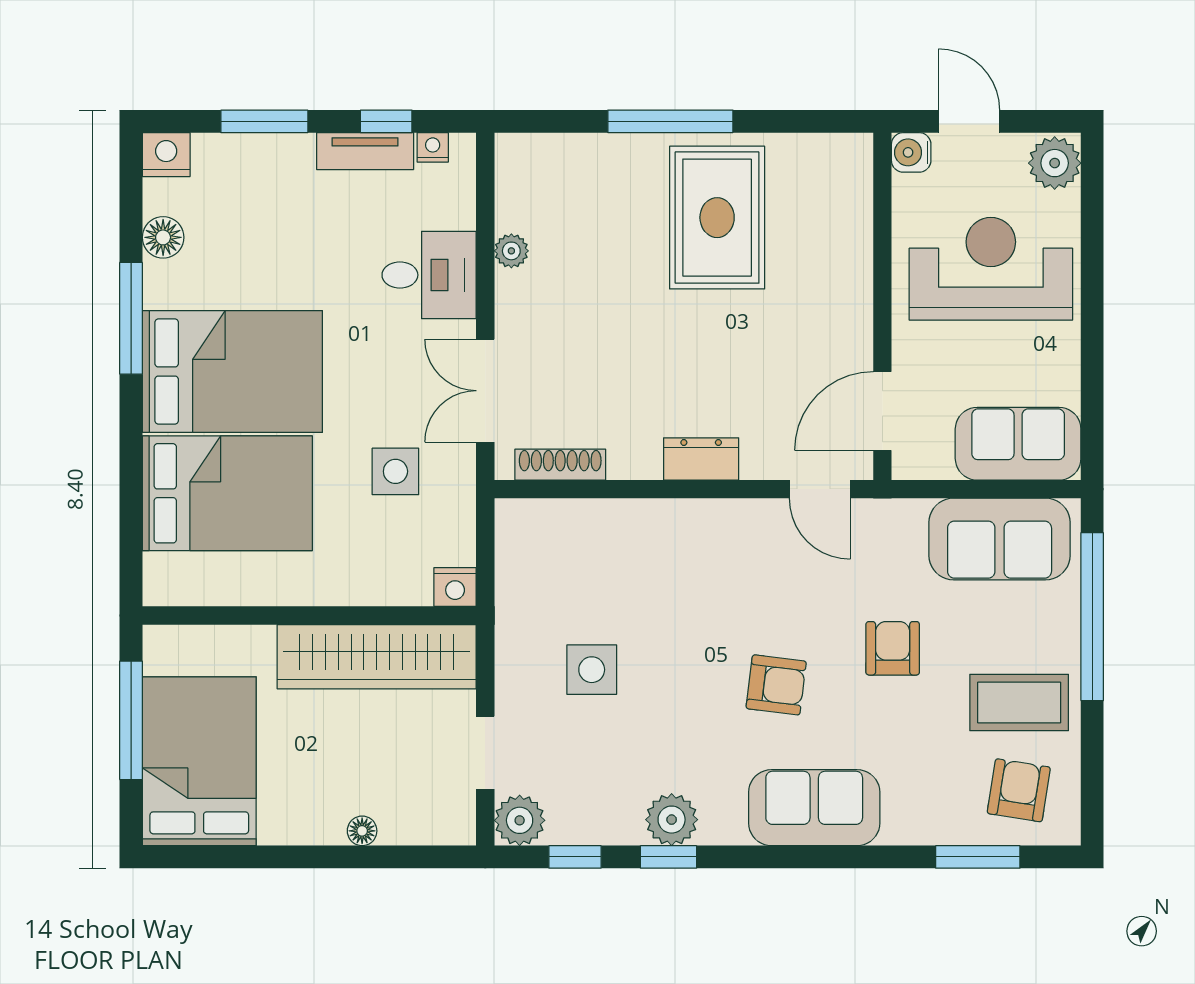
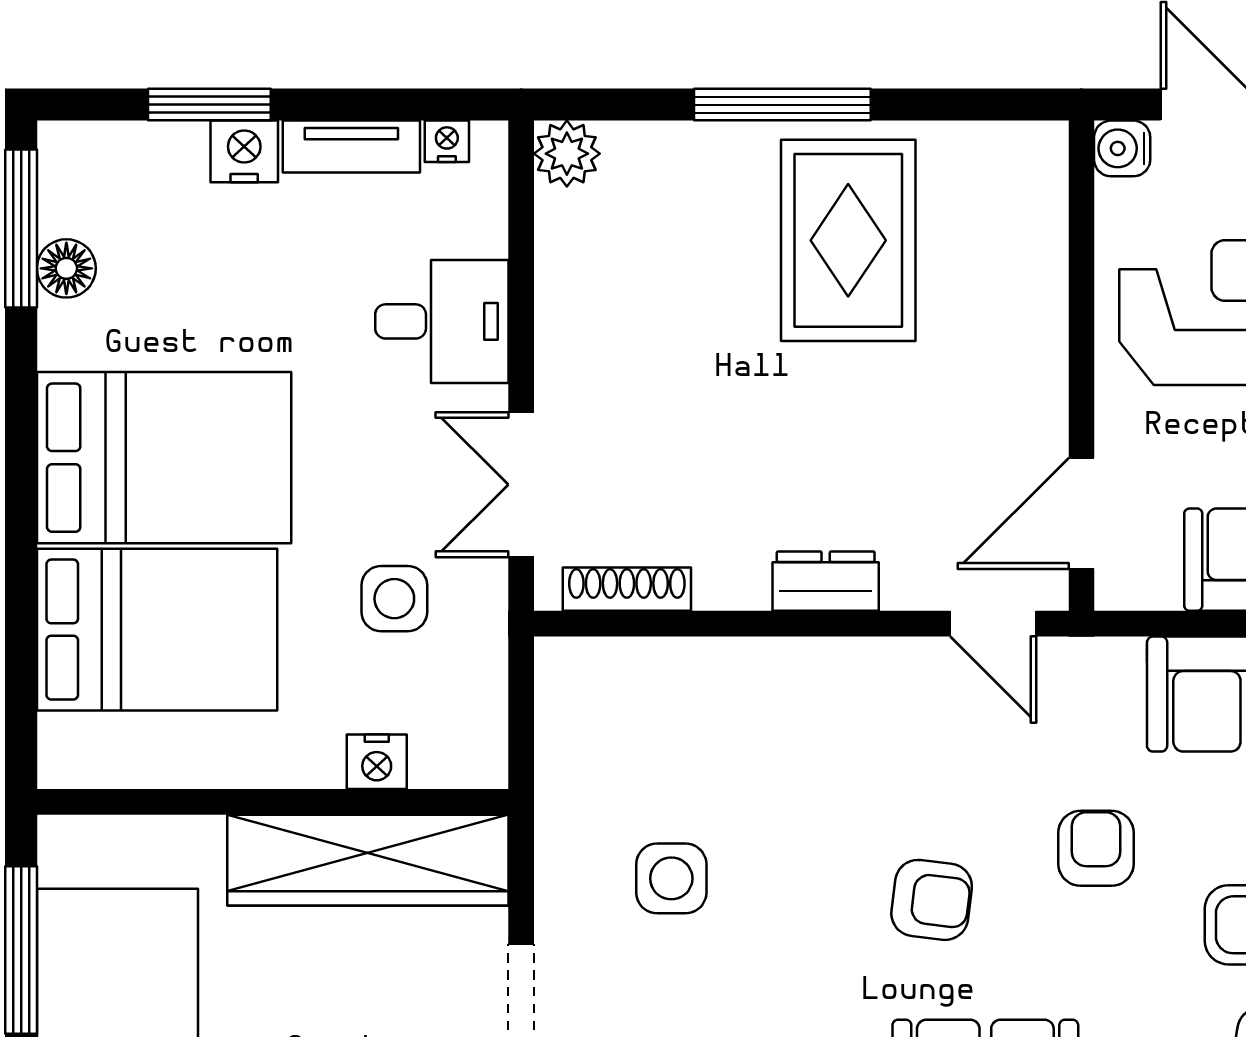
window: (386, 121) -> (381, 105), removed
nightstand: (166, 155) -> (244, 151), moved
plant: (511, 251) -> (567, 154), moved, width x1.38, depth x1.38
window: (131, 318) -> (21, 228), moved
nightstand: (455, 587) -> (377, 762), moved

